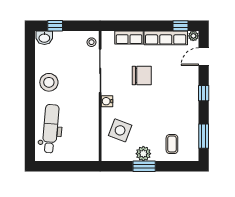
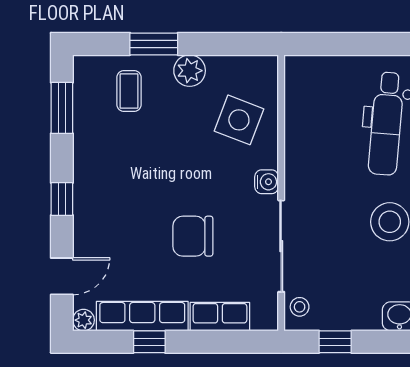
window: (55, 26) -> (335, 342), moved
window: (180, 26) -> (149, 342), moved
window: (144, 166) -> (154, 44), moved

